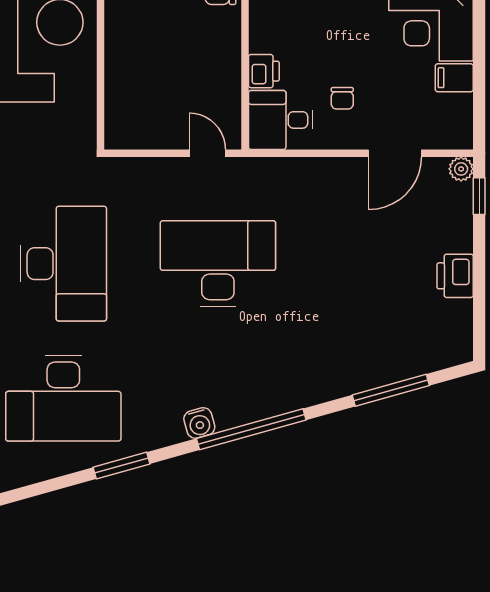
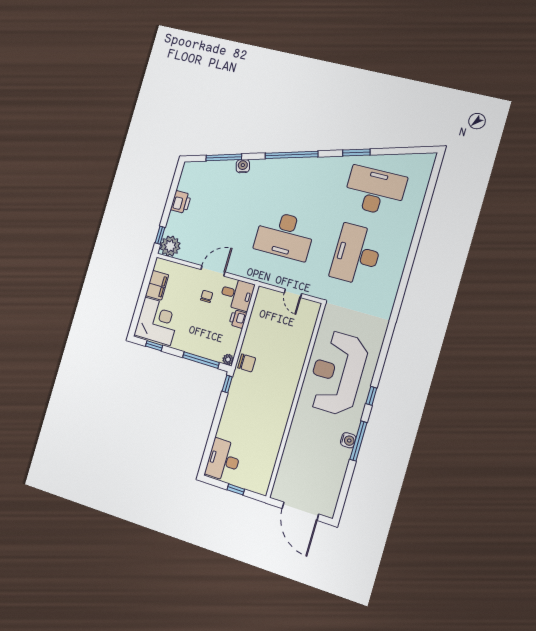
filing cabinet: (454, 78) -> (157, 285), width x2.00
door: (207, 153) -> (293, 293), moved
door: (395, 153) -> (213, 271), moved
plant: (461, 169) -> (170, 246), width x1.87, depth x1.87
water cooler: (199, 423) -> (243, 166), moved

